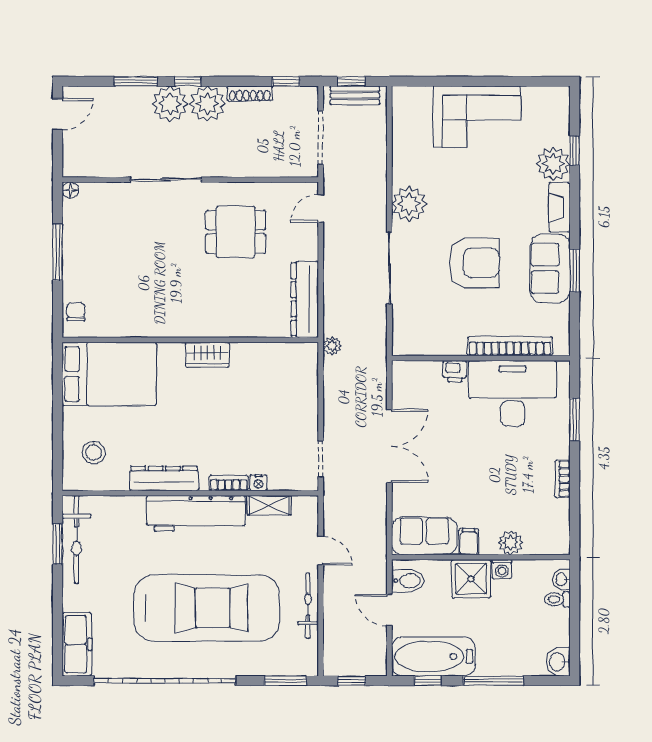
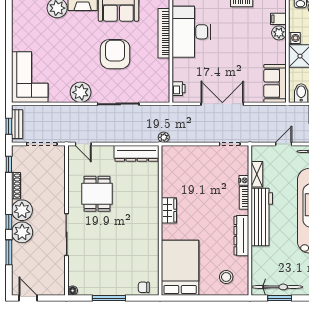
corner sofa: (477, 117) -> (30, 77), moved
printer: (455, 371) -> (179, 89), moved
filing cabinet: (469, 542) -> (278, 19), moved

